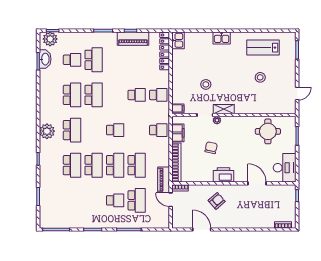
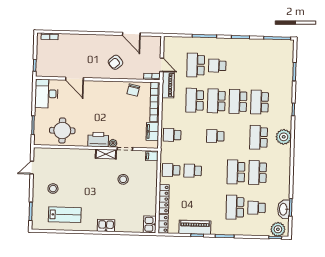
locker: (165, 61) -> (164, 199), width x1.53
stool: (260, 77) -> (53, 189), moved
chair: (211, 148) -> (133, 90), moved
printer: (223, 175) -> (98, 139), moved, turned 180

